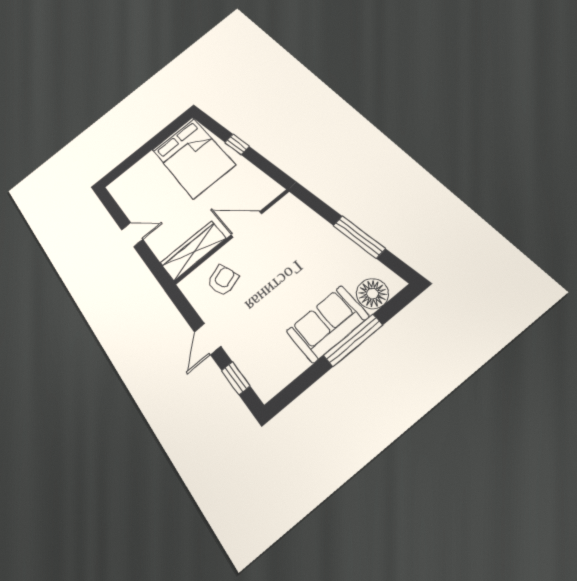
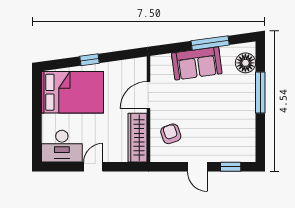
desk: (133, 191) -> (62, 146), added
sofa: (327, 324) -> (197, 63), moved, turned -98

